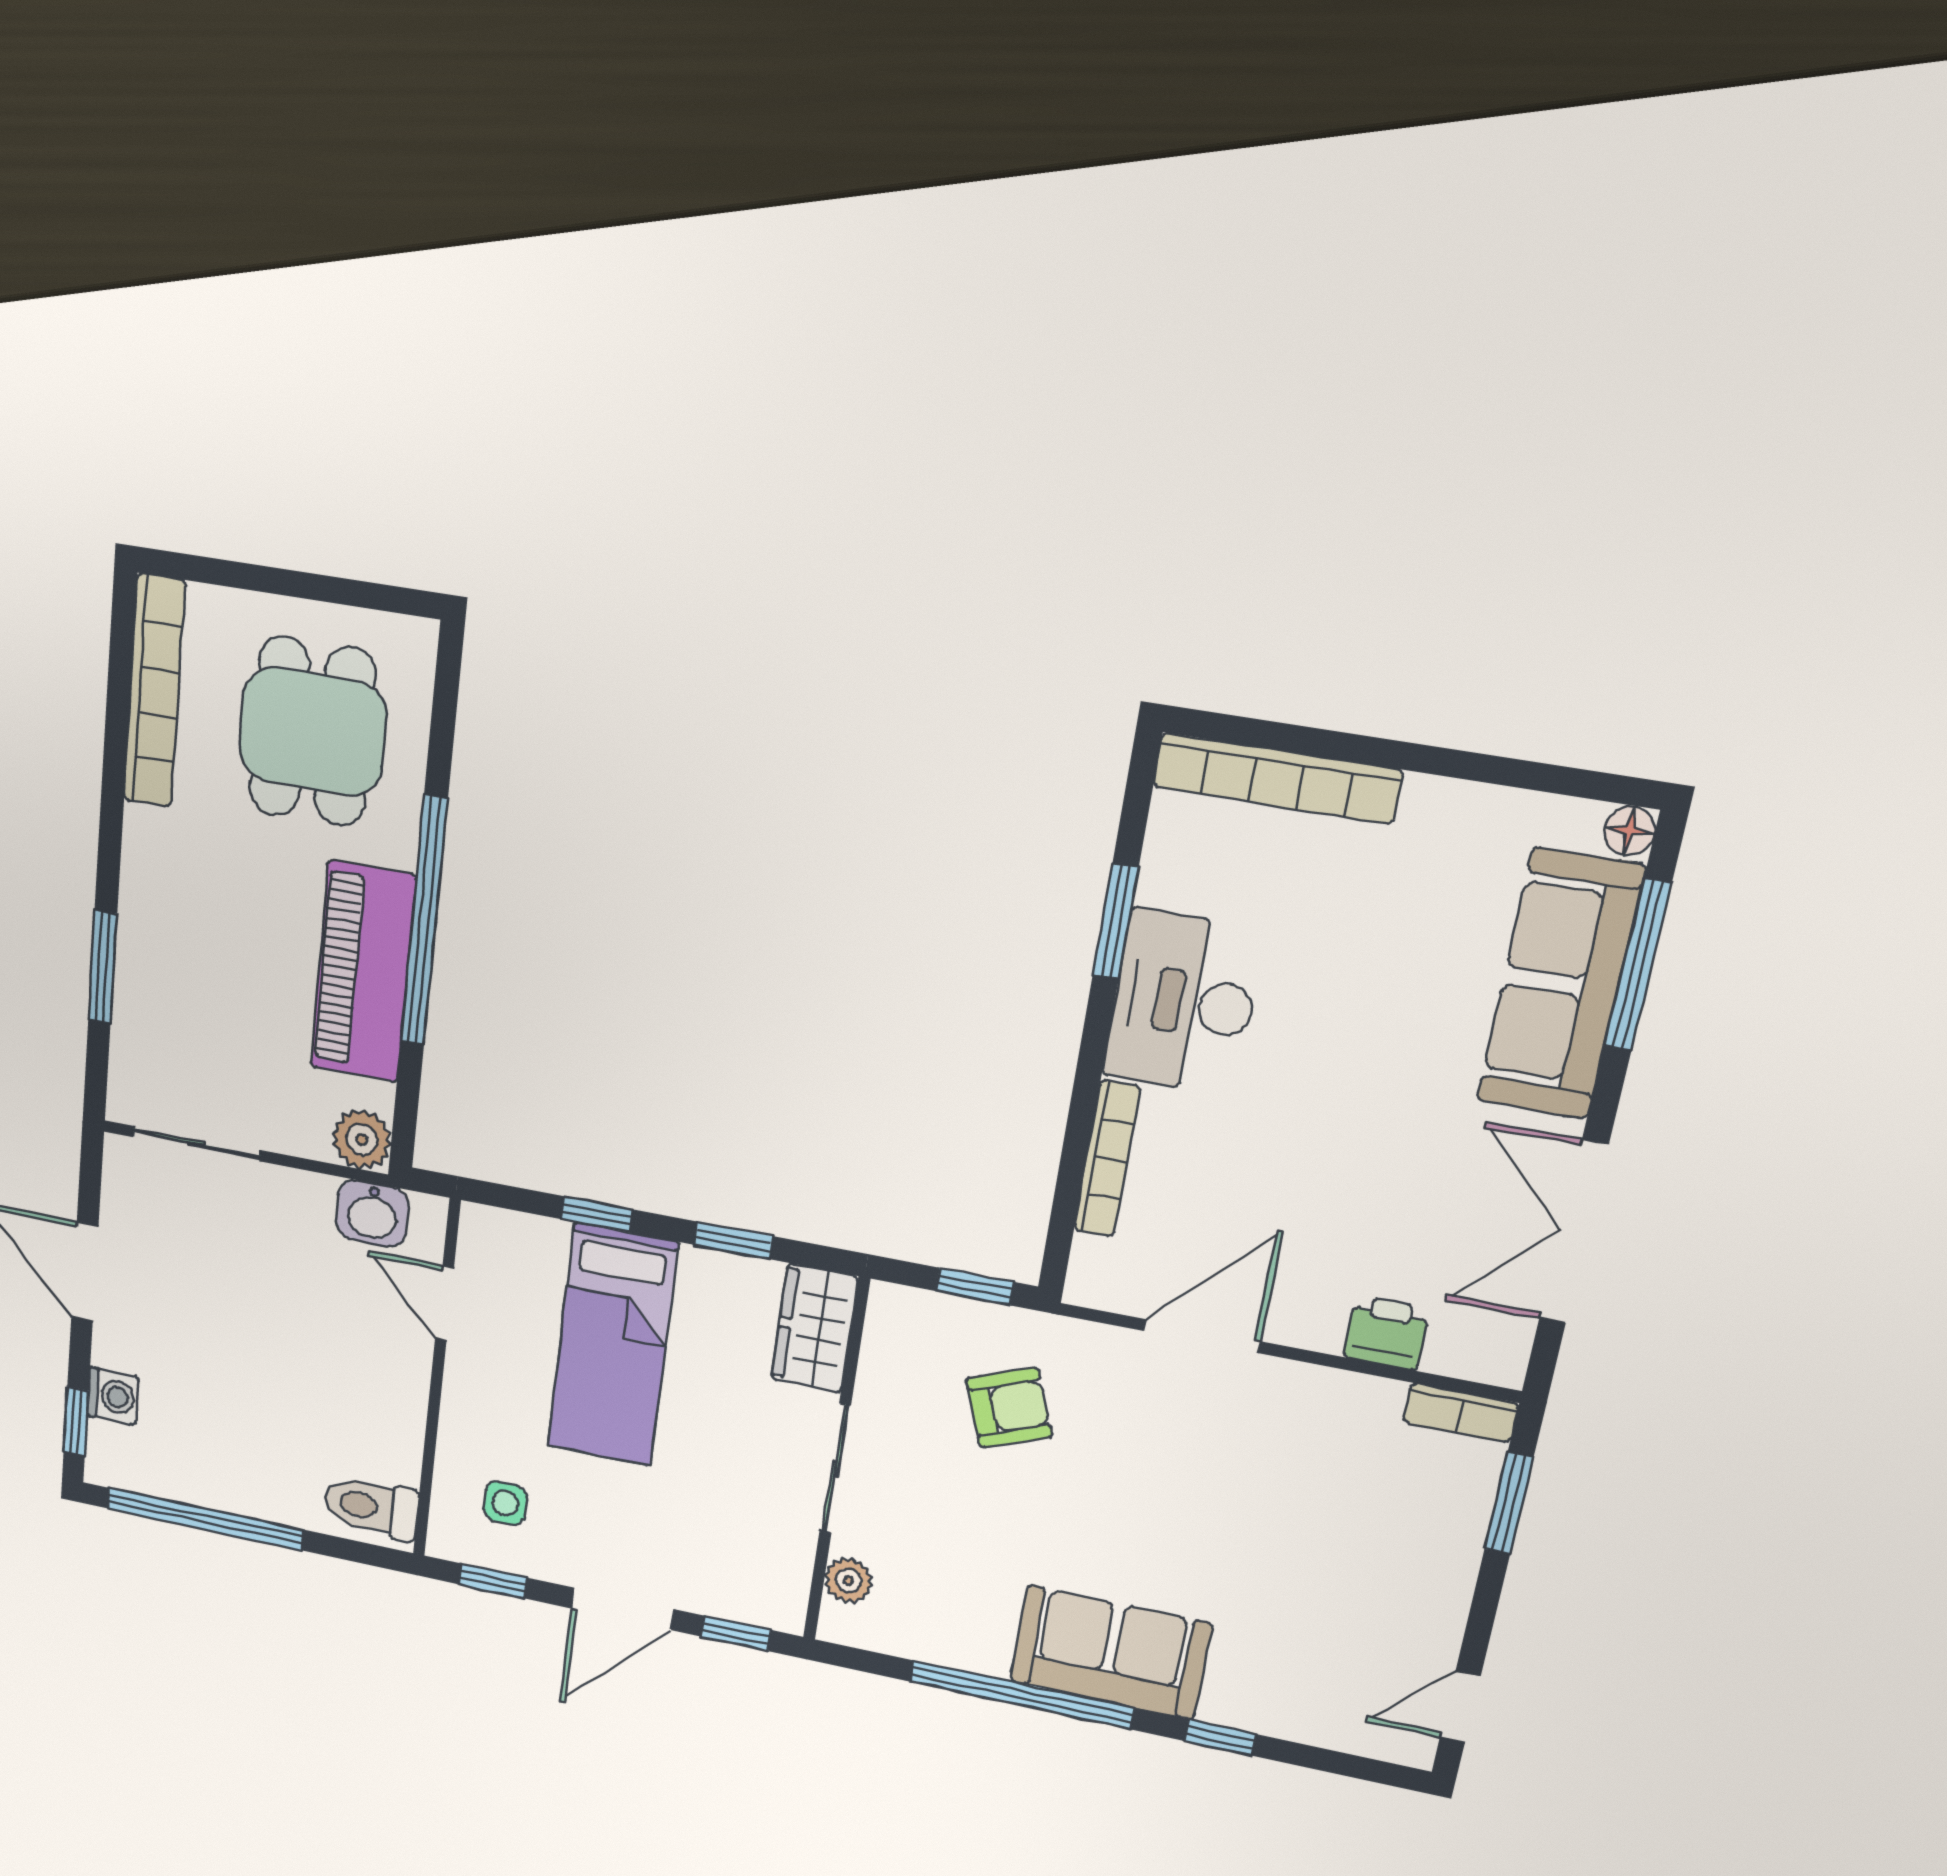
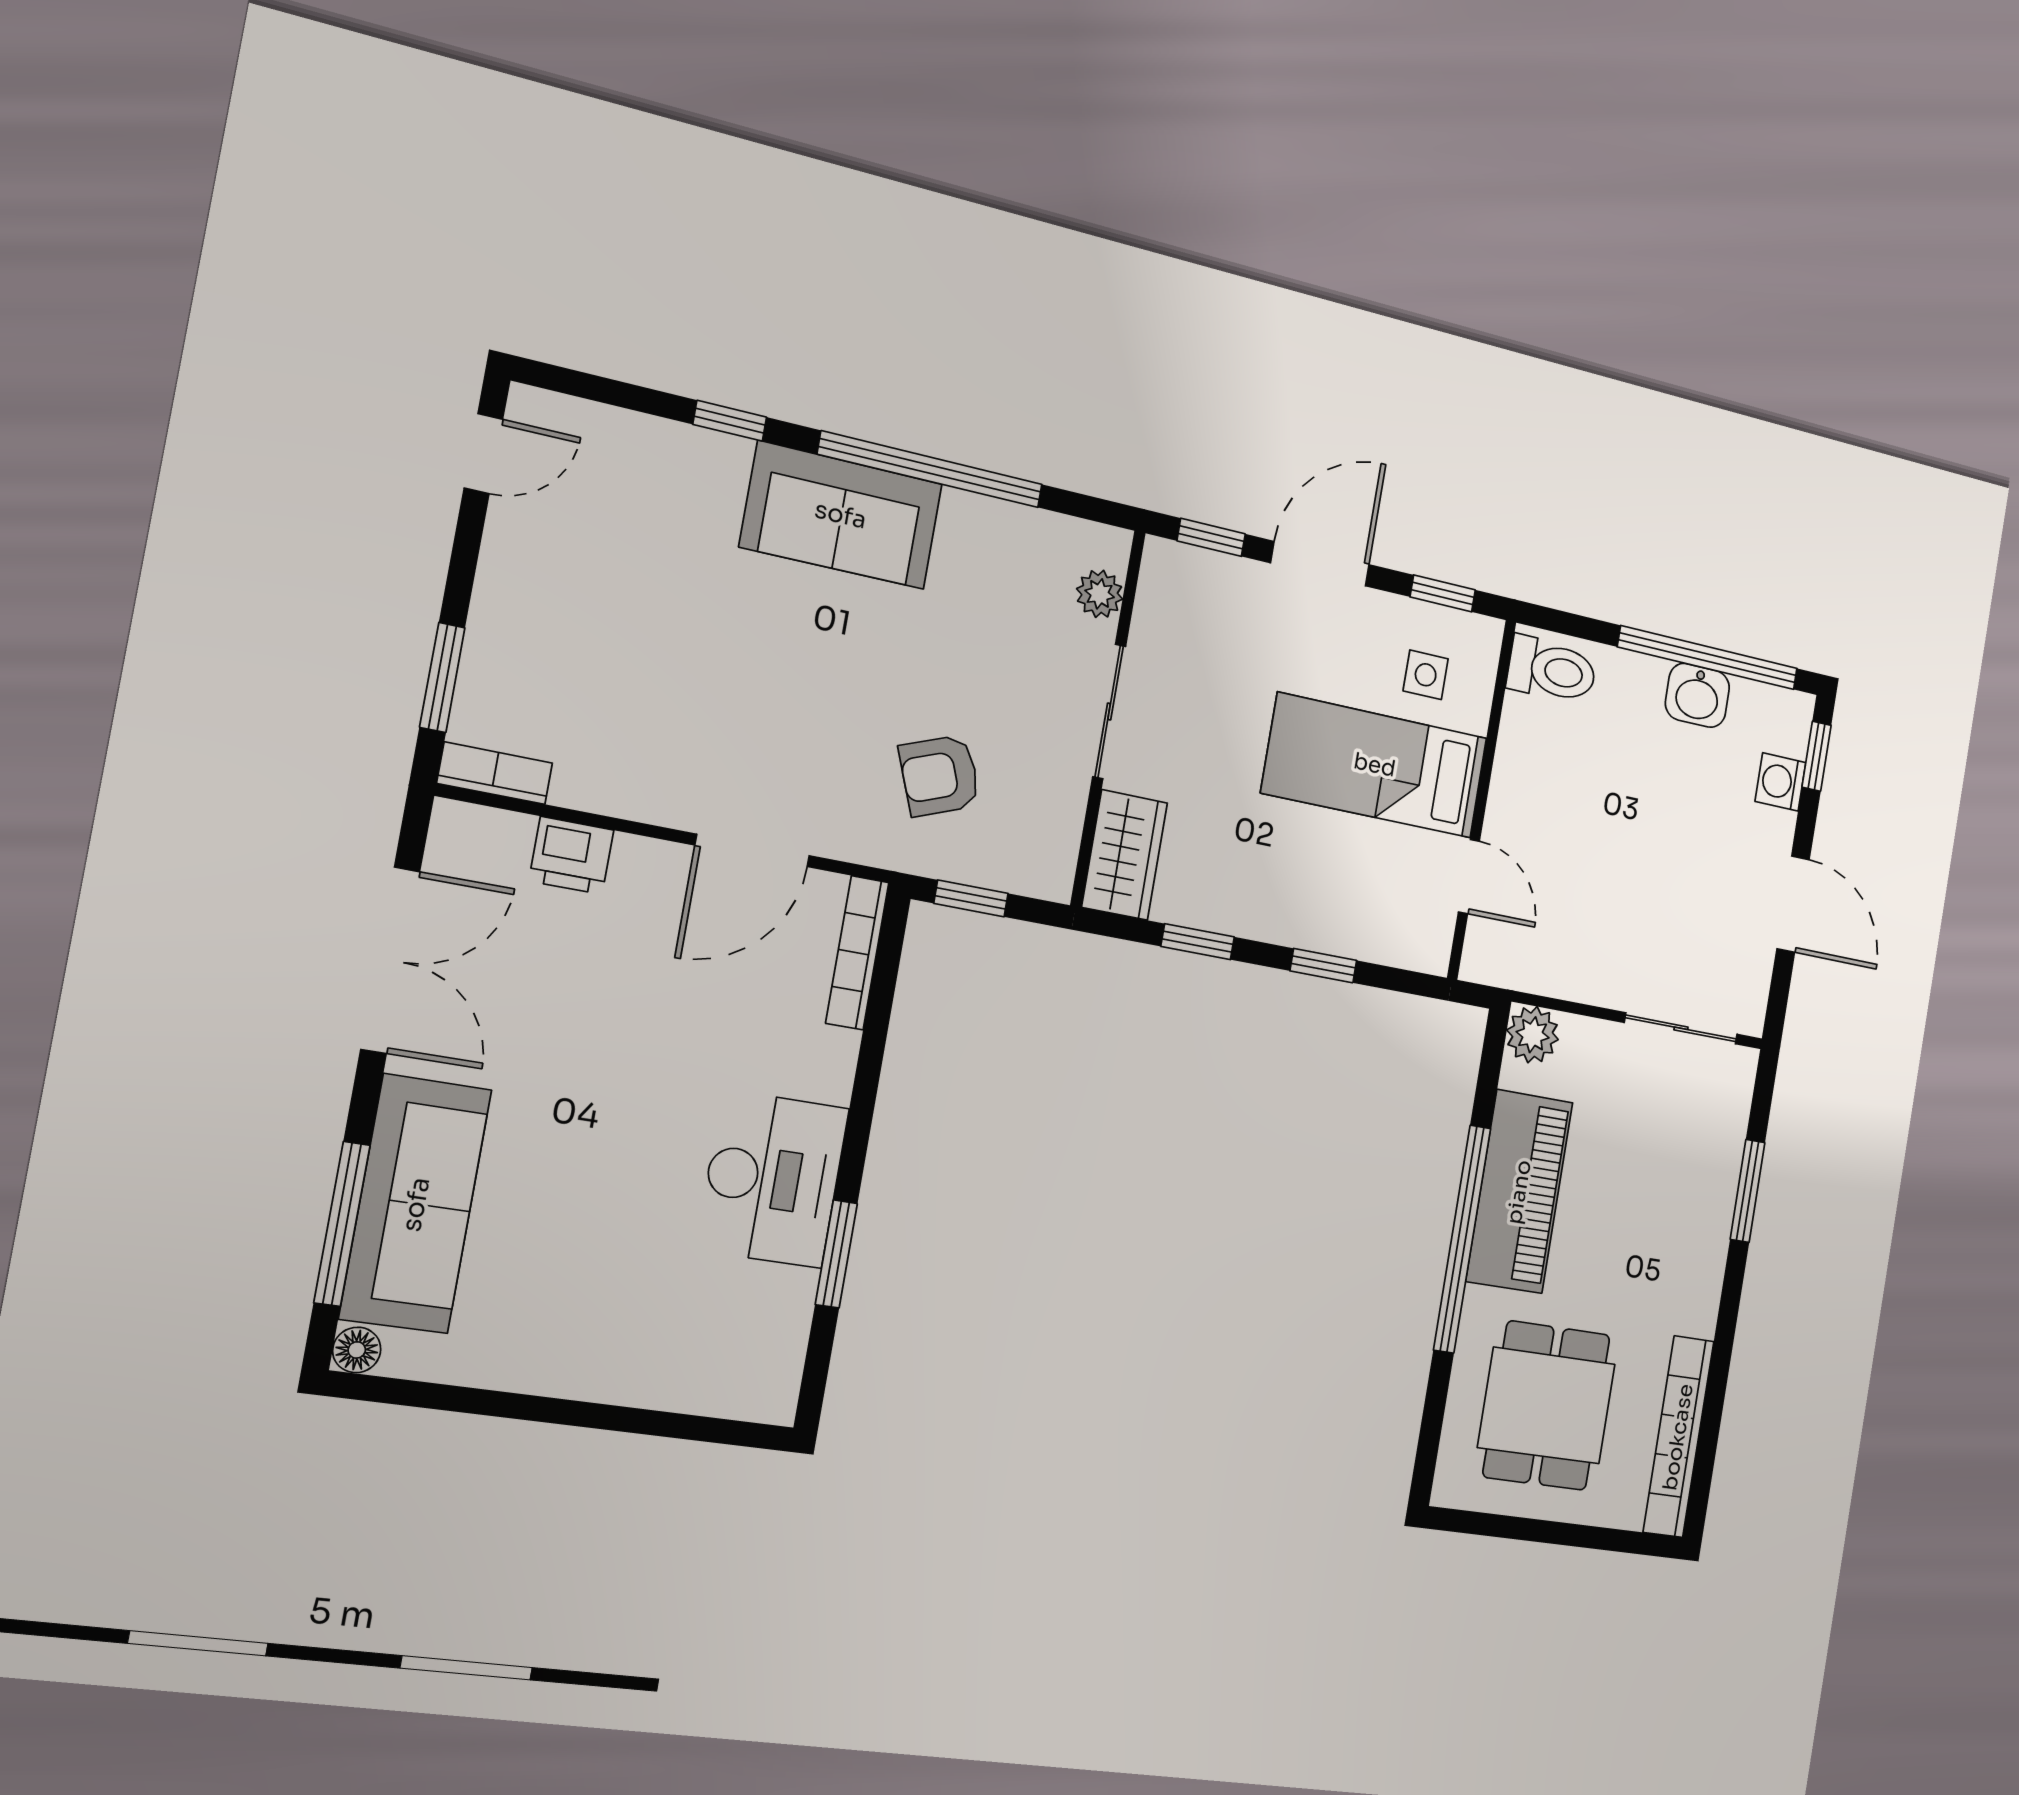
bookcase: (1277, 778) -> (688, 1389), removed
bookcase: (1107, 1158) -> (857, 953), moved
washbasin: (372, 1213) -> (1697, 695), moved, turned 180
bed: (612, 1345) -> (1375, 765), moved, turned -90

